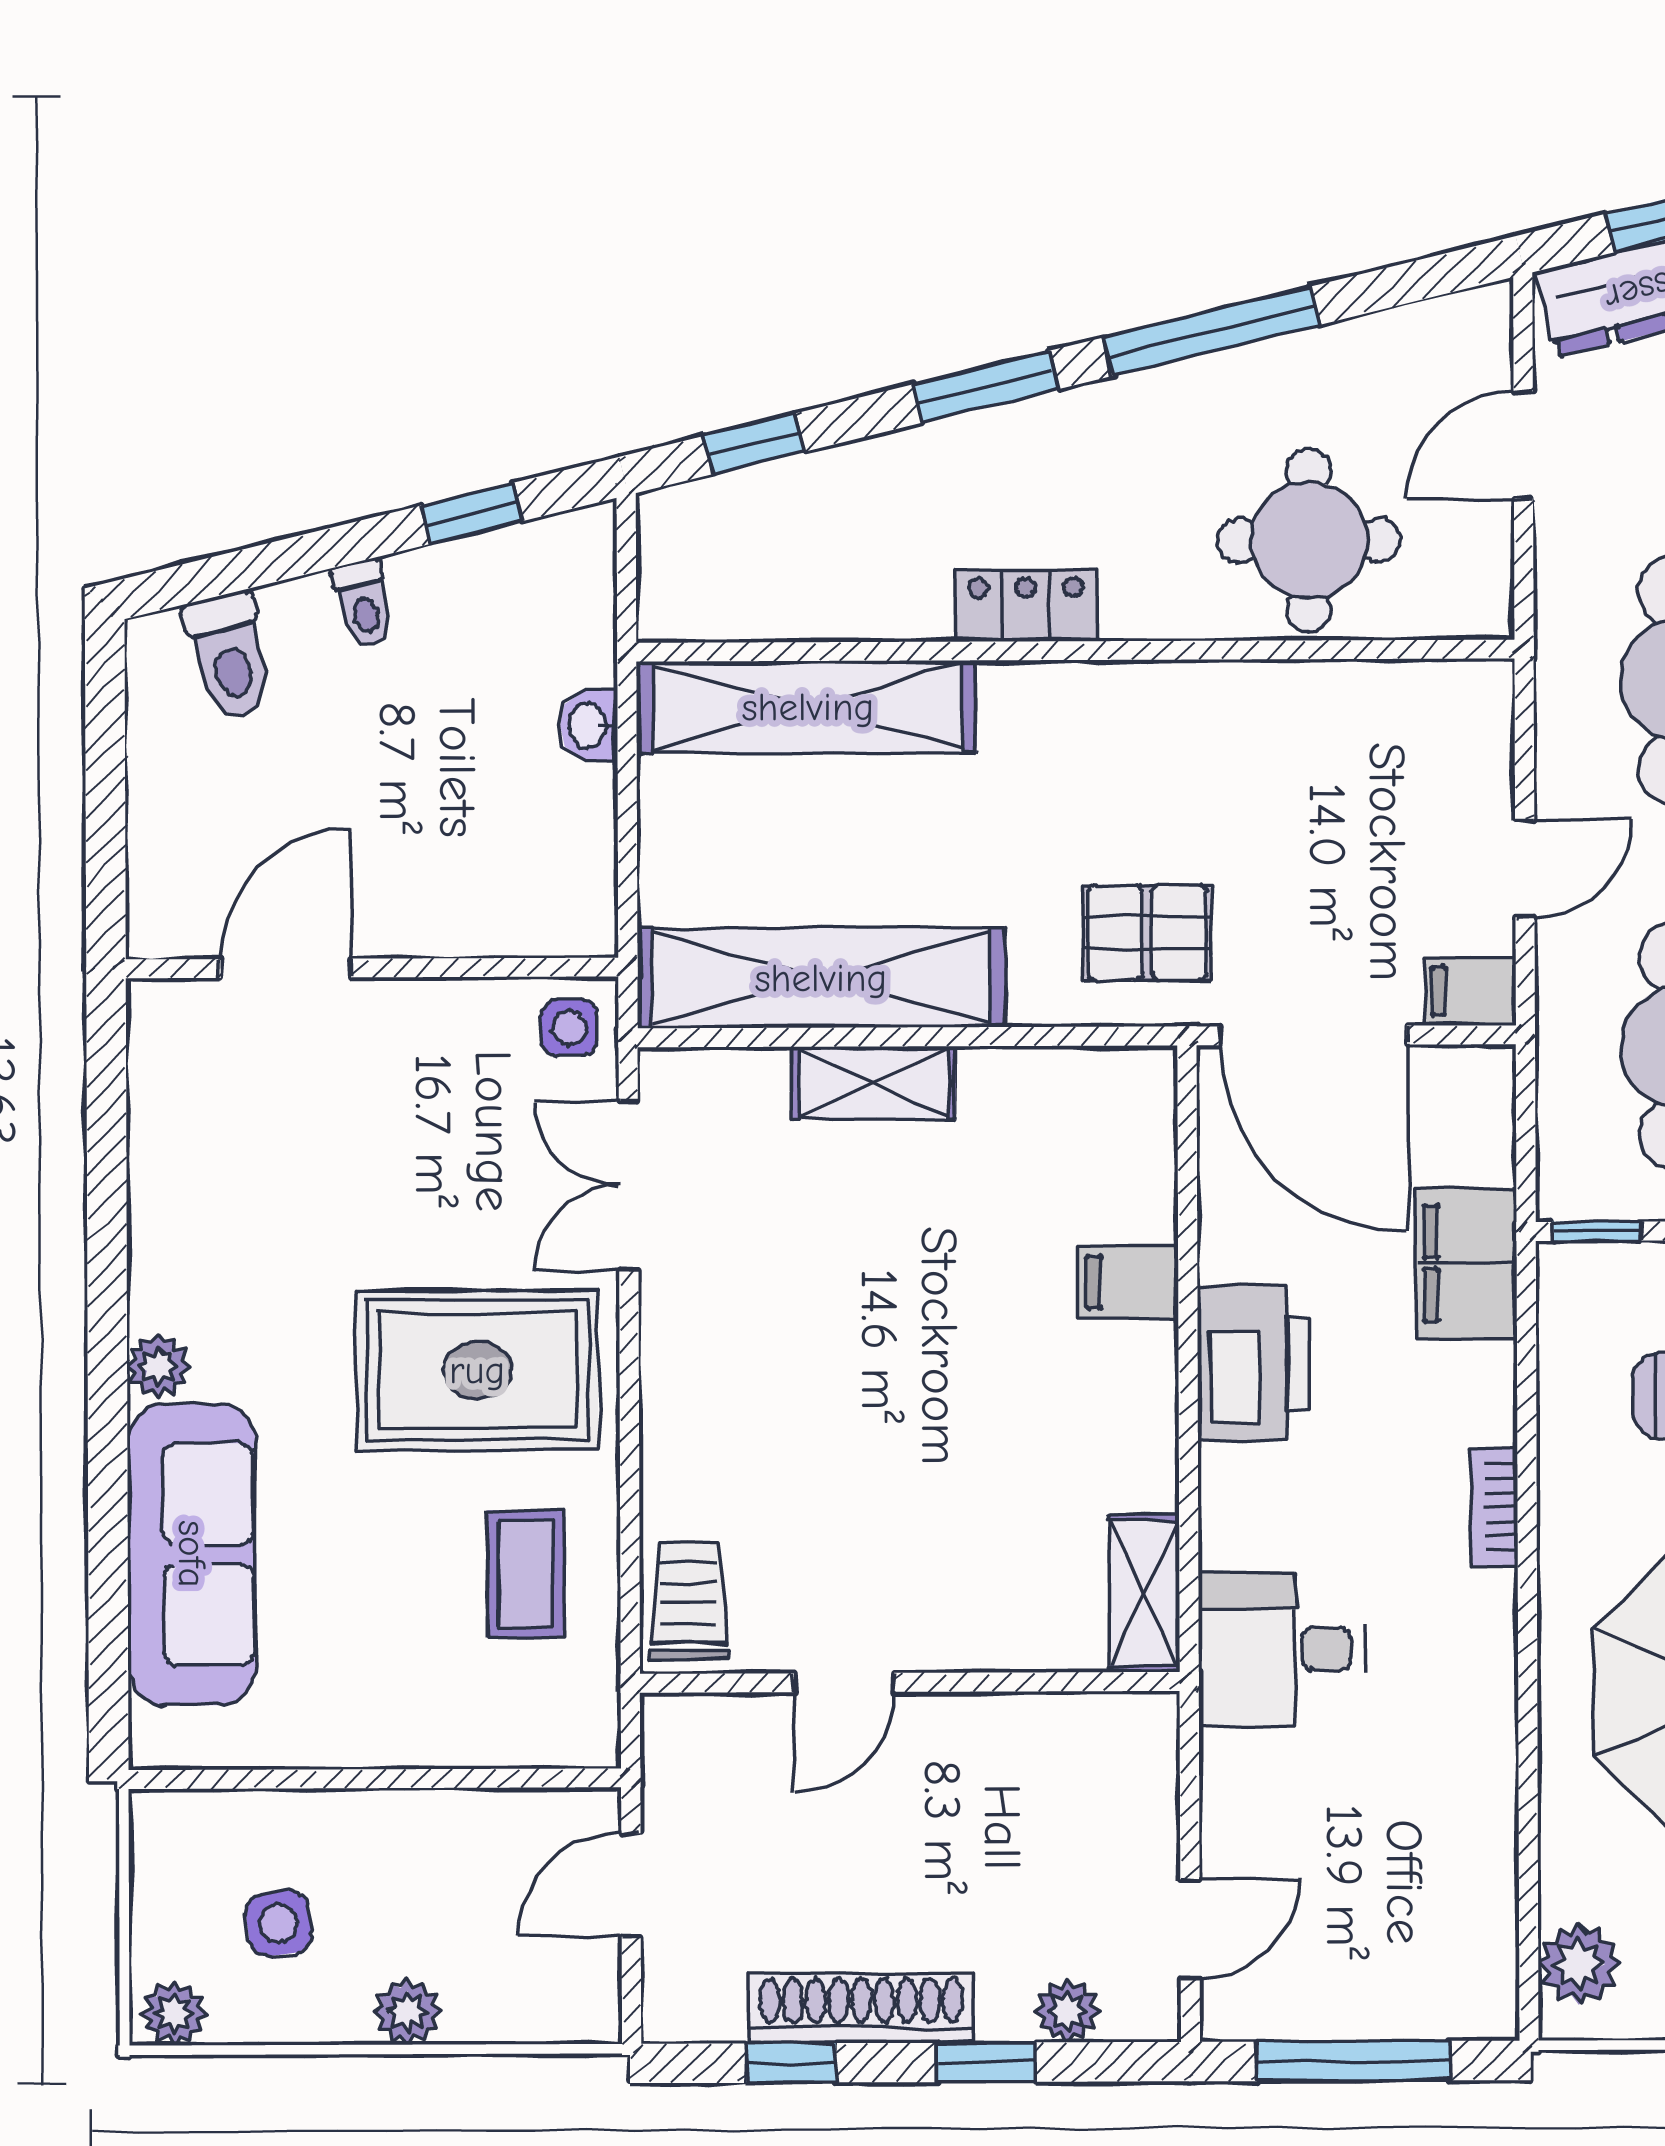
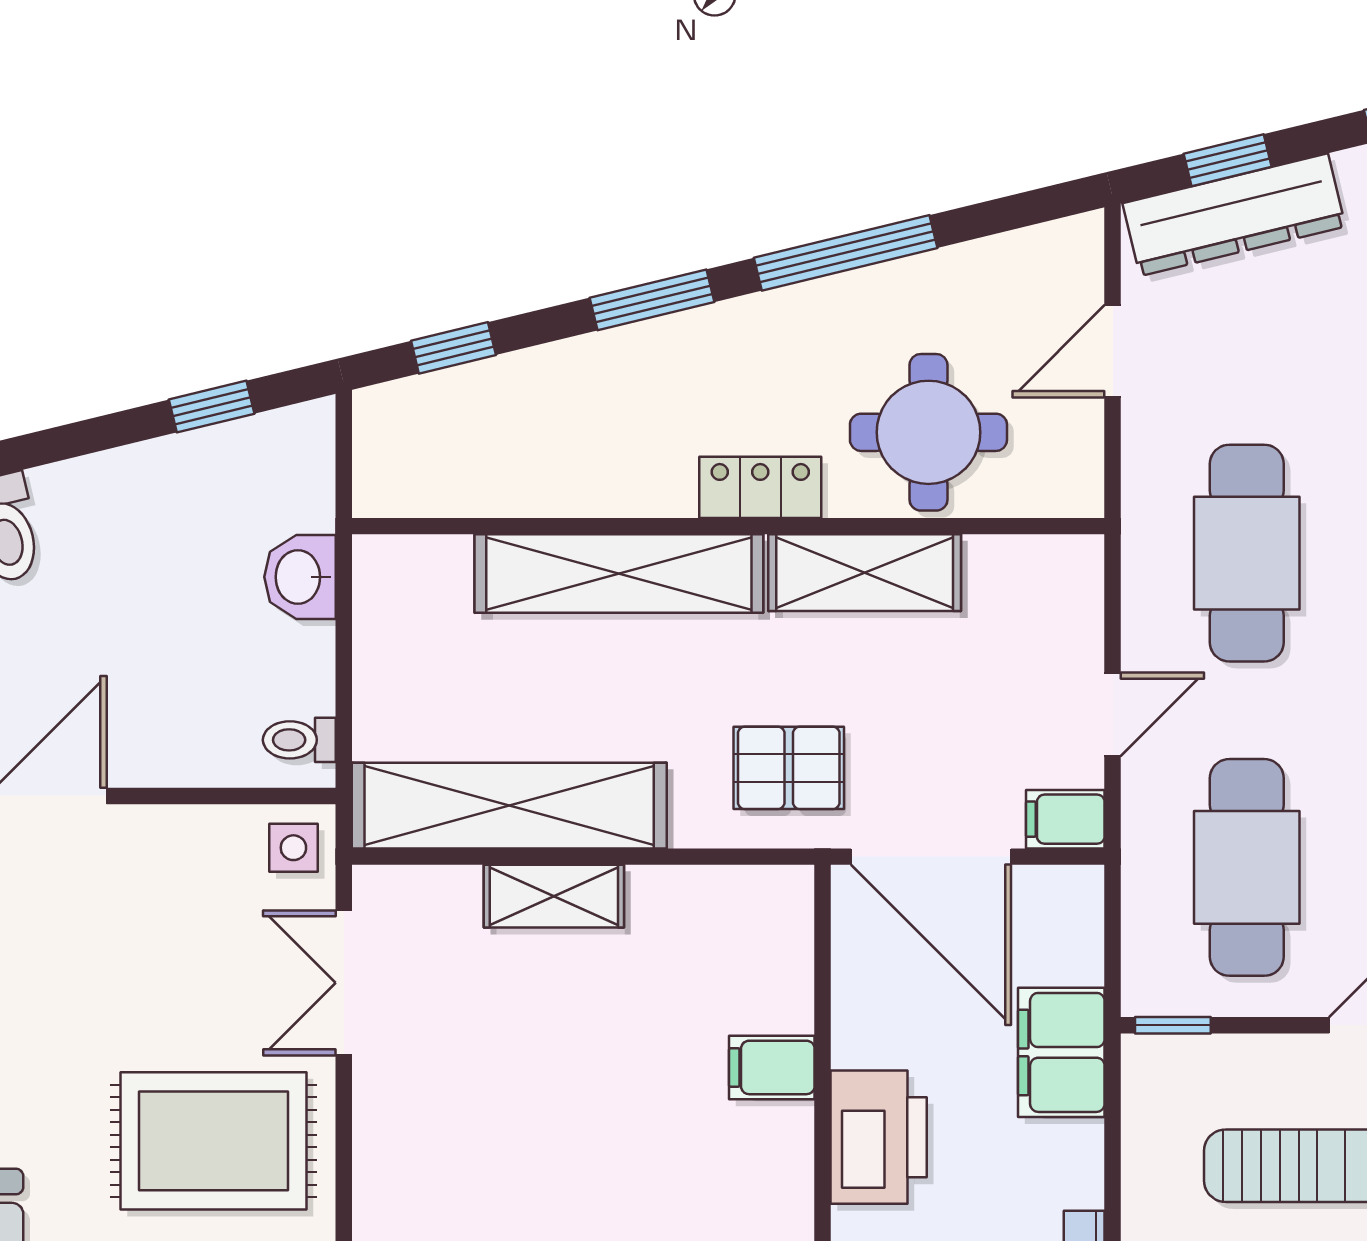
toilet: (364, 604) -> (299, 740), moved, turned 104
locker: (1026, 605) -> (760, 487), moved
shelving: (1235, 704) -> (865, 573), added
shelving: (808, 707) -> (619, 574), moved
washbasin: (589, 725) -> (300, 577), width x1.38, depth x1.45

